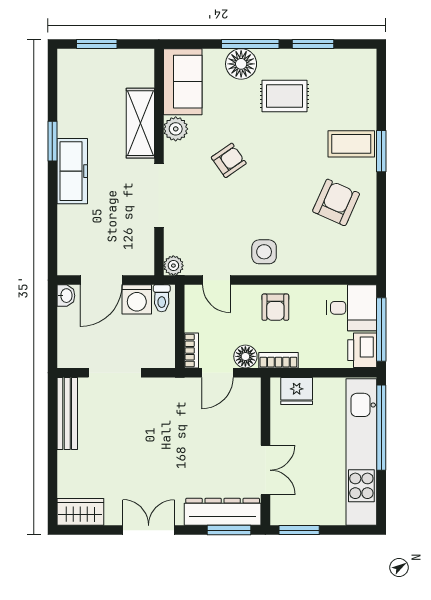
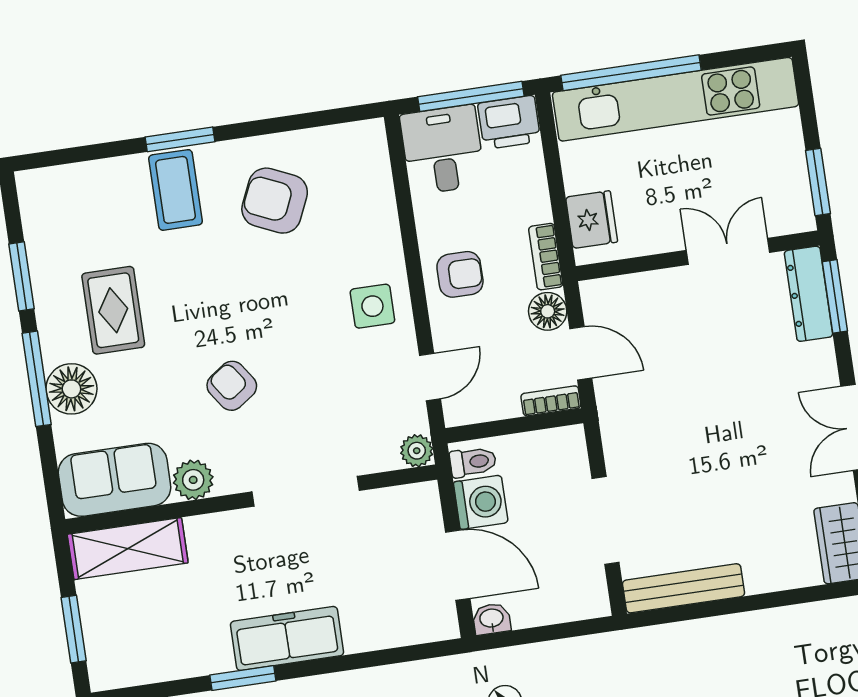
shelving: (140, 123) -> (128, 549), moved
dresser: (223, 512) -> (808, 294), width x0.73, depth x0.80

